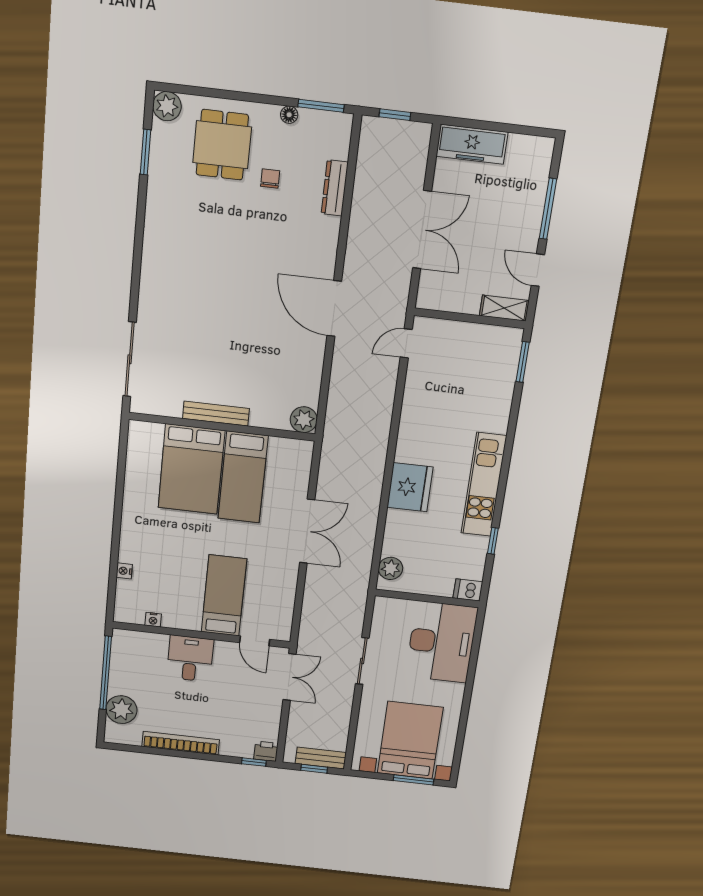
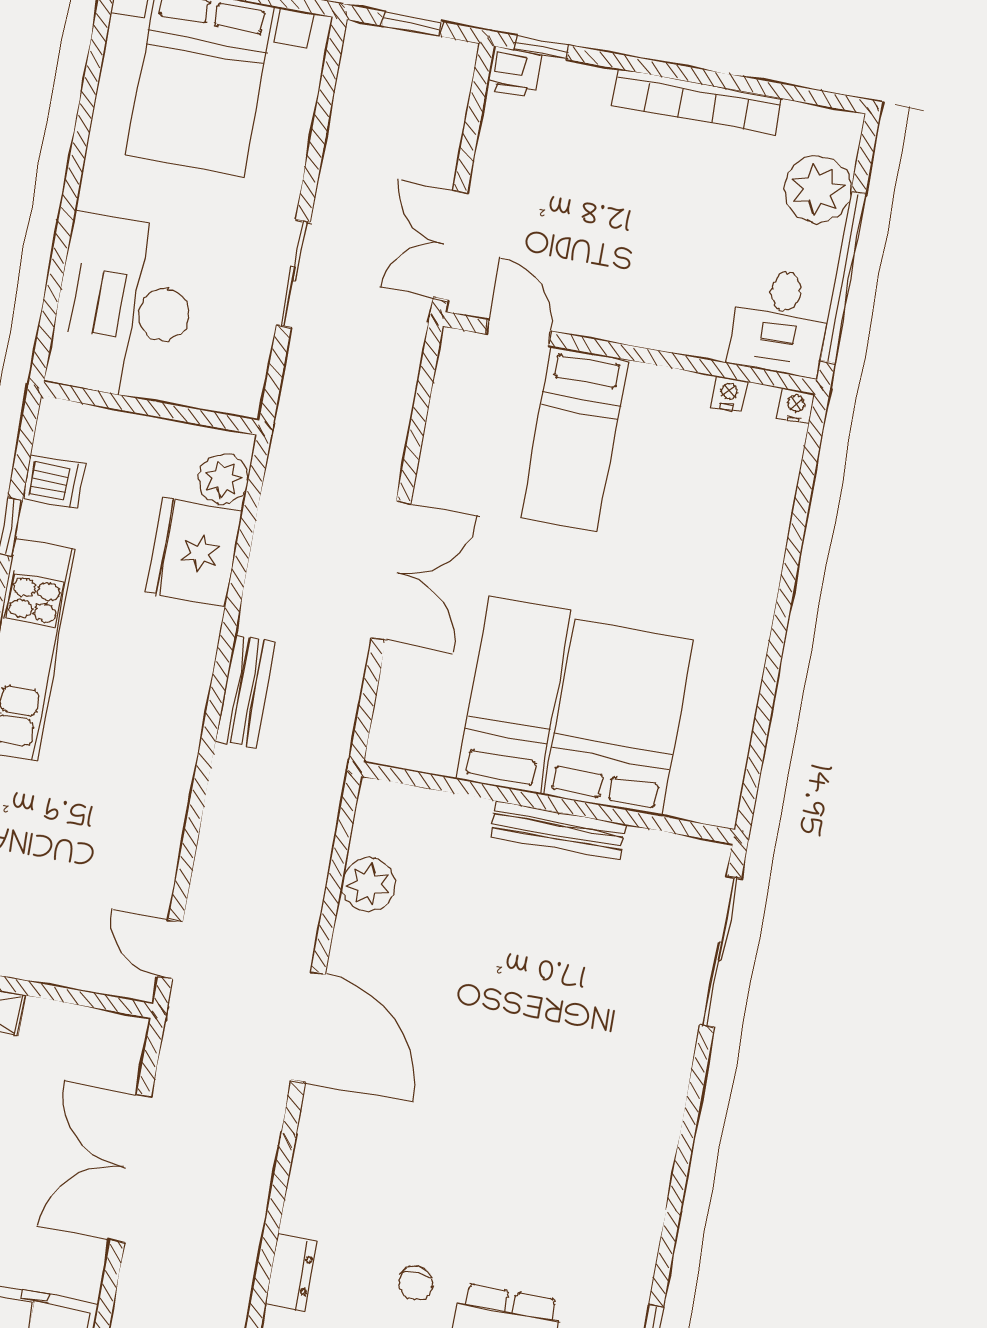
dresser: (335, 188) -> (291, 1273), width x0.70
door: (406, 343) -> (170, 949), swing flipped
plant: (304, 420) -> (369, 885), moved
fridge: (410, 487) -> (194, 552), moved
double door: (307, 531) -> (391, 571), swing flipped
nightstand: (124, 571) -> (796, 406), moved, turned -90
dishwasher: (468, 590) -> (54, 482), moved
desk: (190, 659) -> (780, 322), moved
bench: (321, 758) -> (245, 691), moved, turned 90

